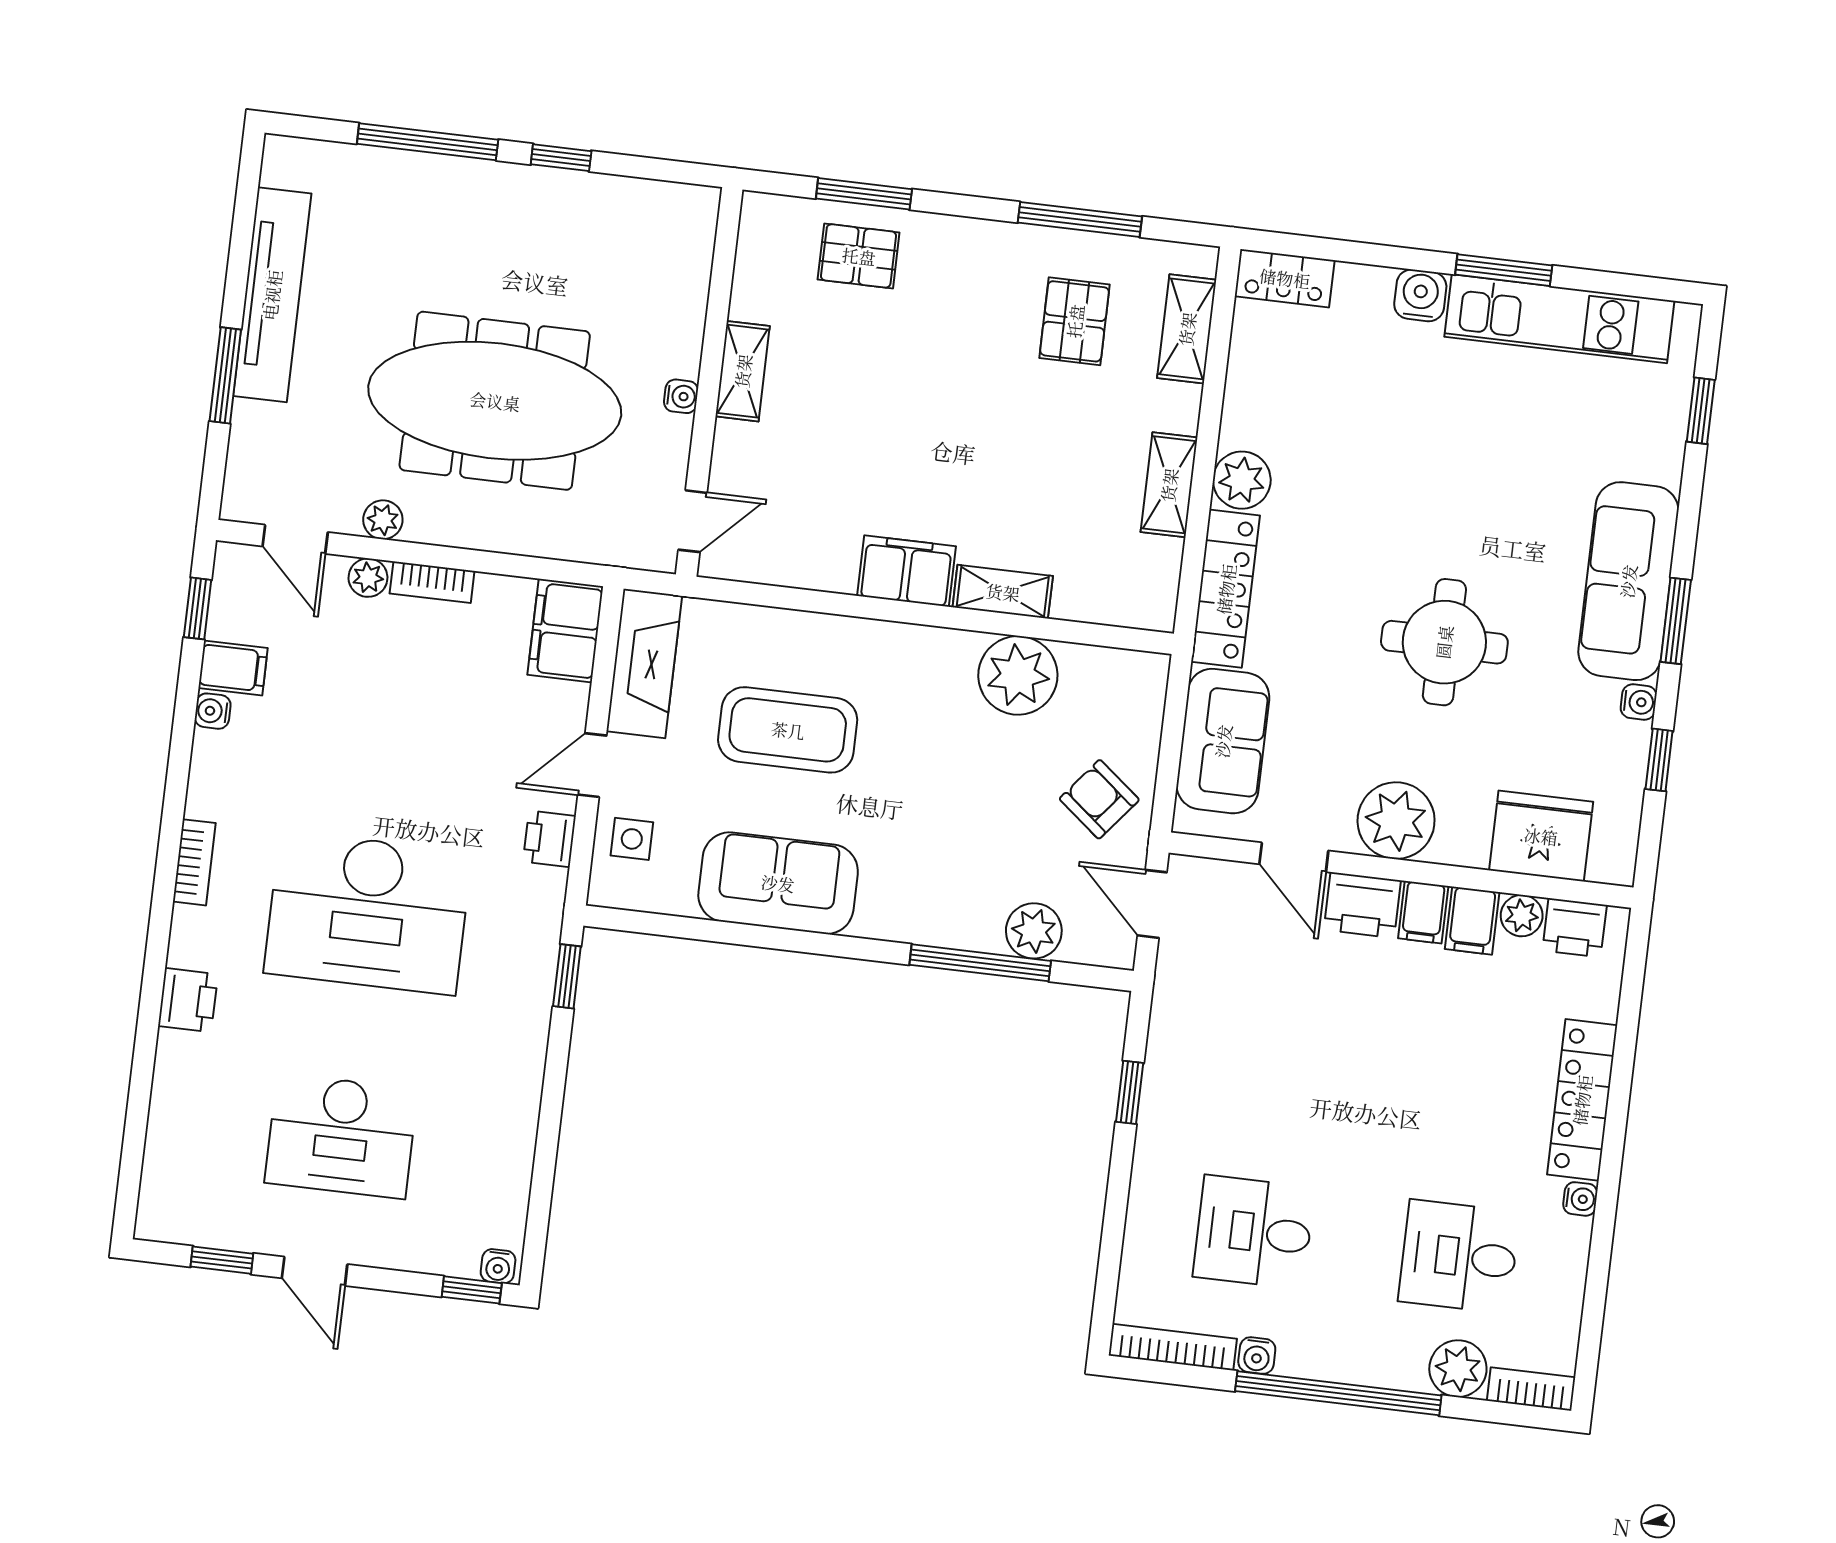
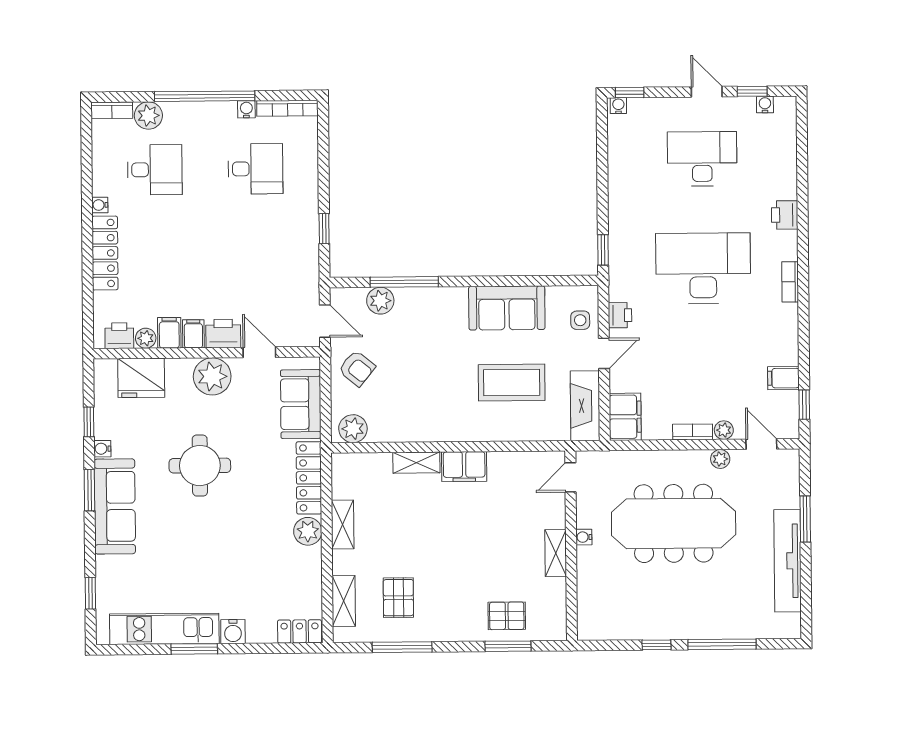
plant: (1018, 675) -> (353, 429), moved, width x0.73, depth x0.73
water cooler: (213, 711) -> (765, 105), moved, turned -90

